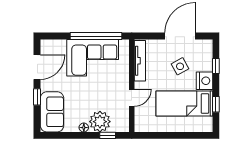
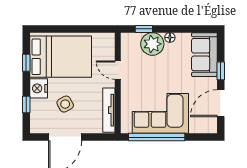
door: (132, 98) -> (118, 70), hinge flipped
bed: (184, 103) -> (61, 57), width x1.50

